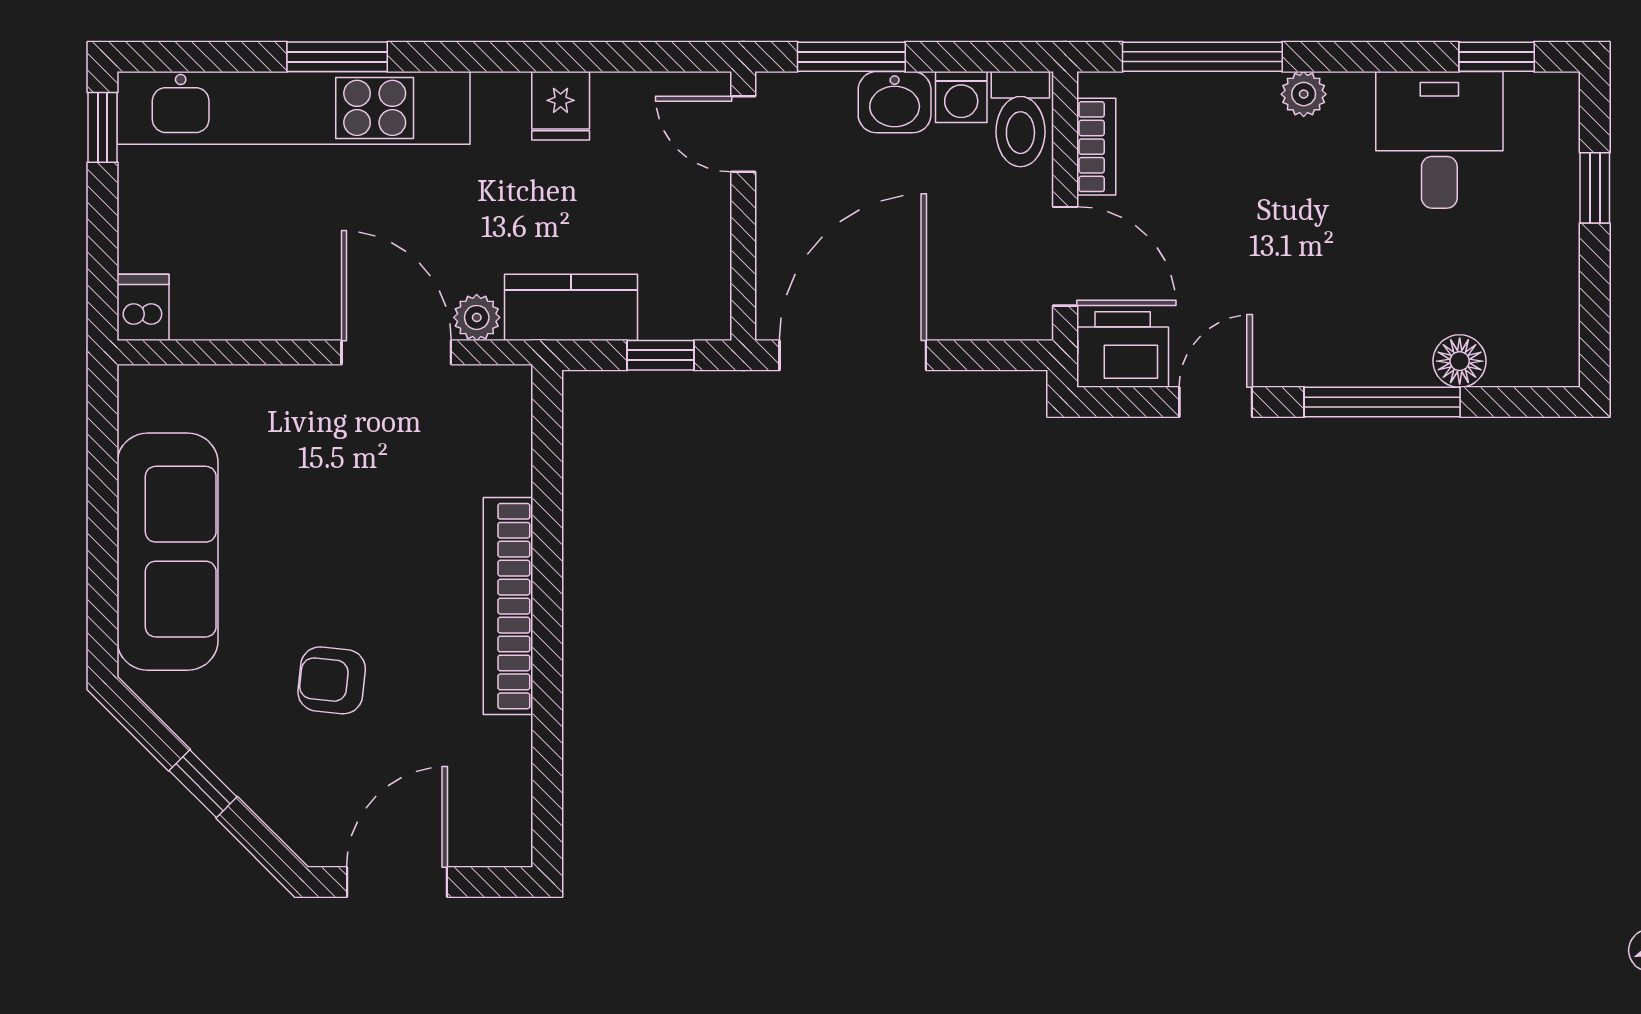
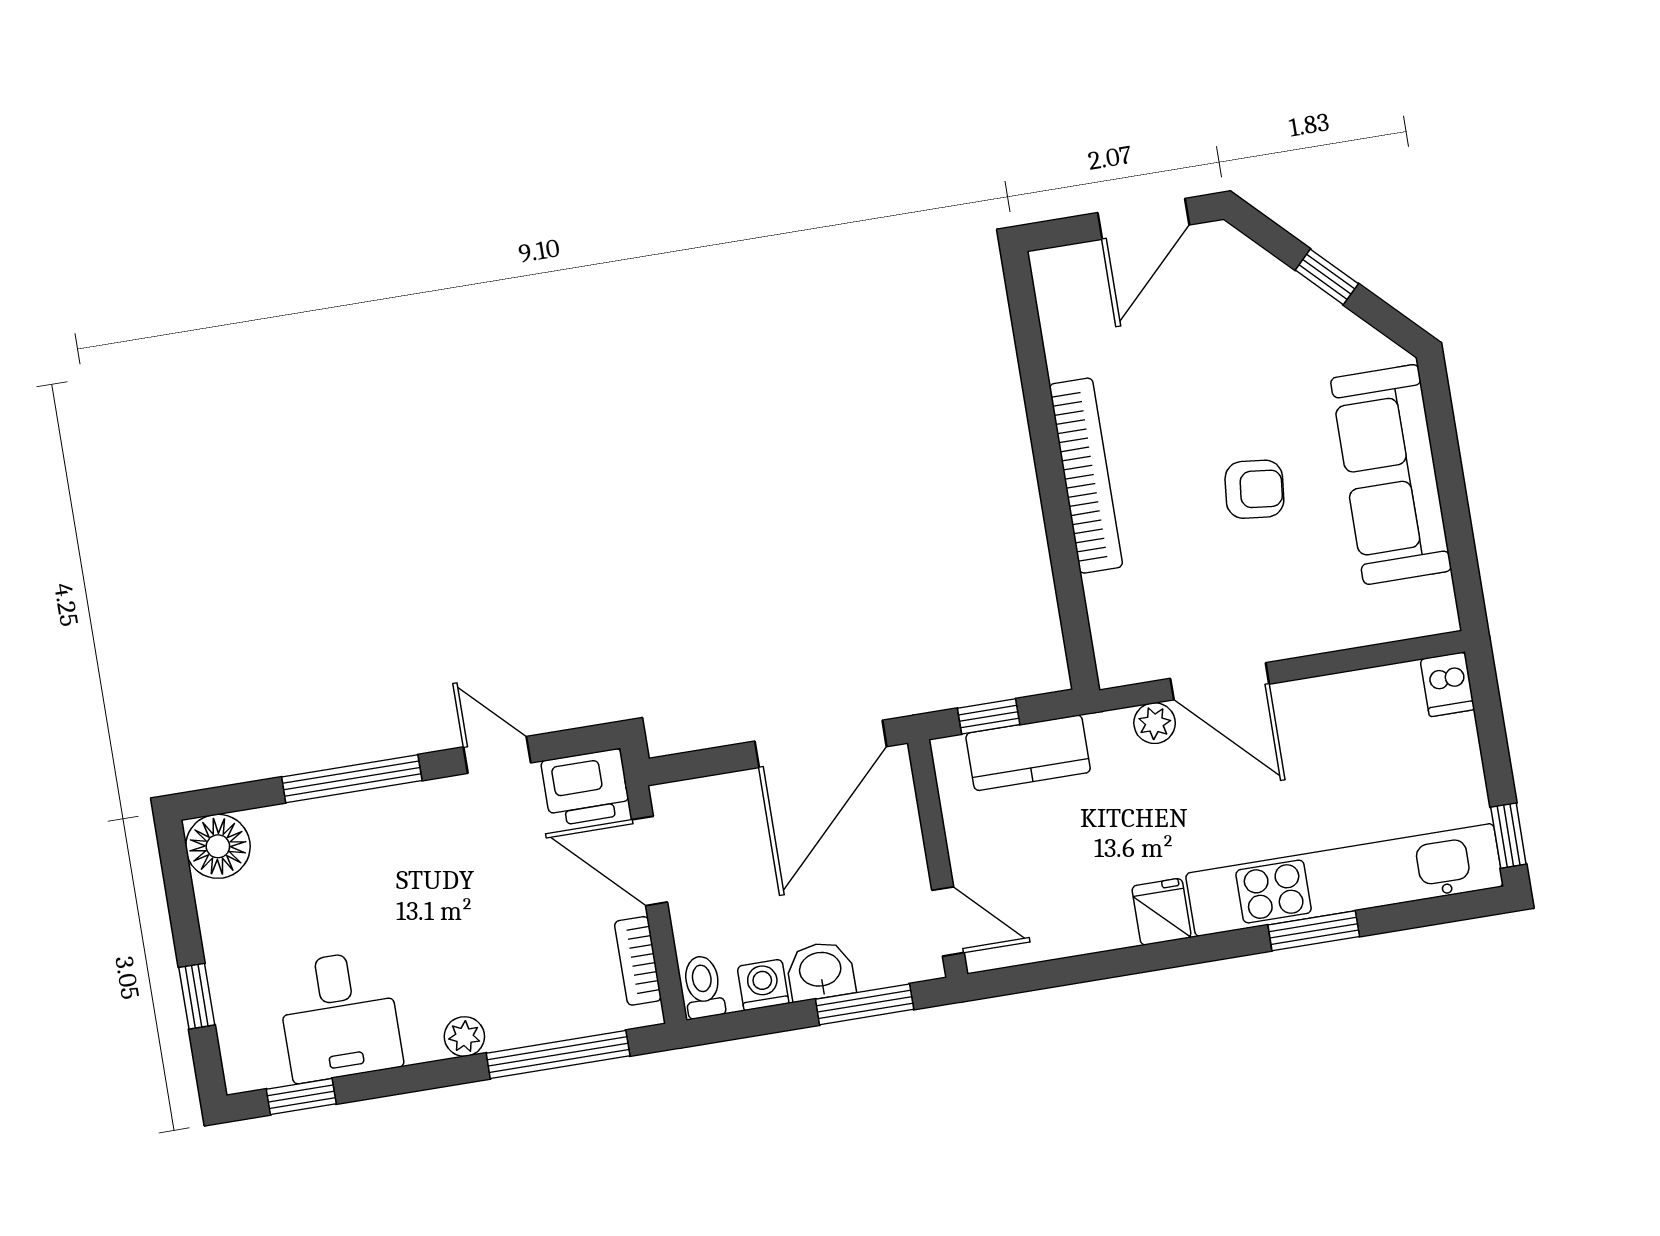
fridge: (561, 106) -> (1161, 912), moved
toilet: (1020, 119) -> (703, 987), width x0.73, depth x0.72
kitchen counter: (571, 307) -> (1028, 753), moved
floor lamp: (1460, 361) -> (218, 846), moved, width x1.38, depth x1.38
door: (1216, 402) -> (497, 755), swing flipped
armchair: (332, 680) -> (1254, 489), moved

